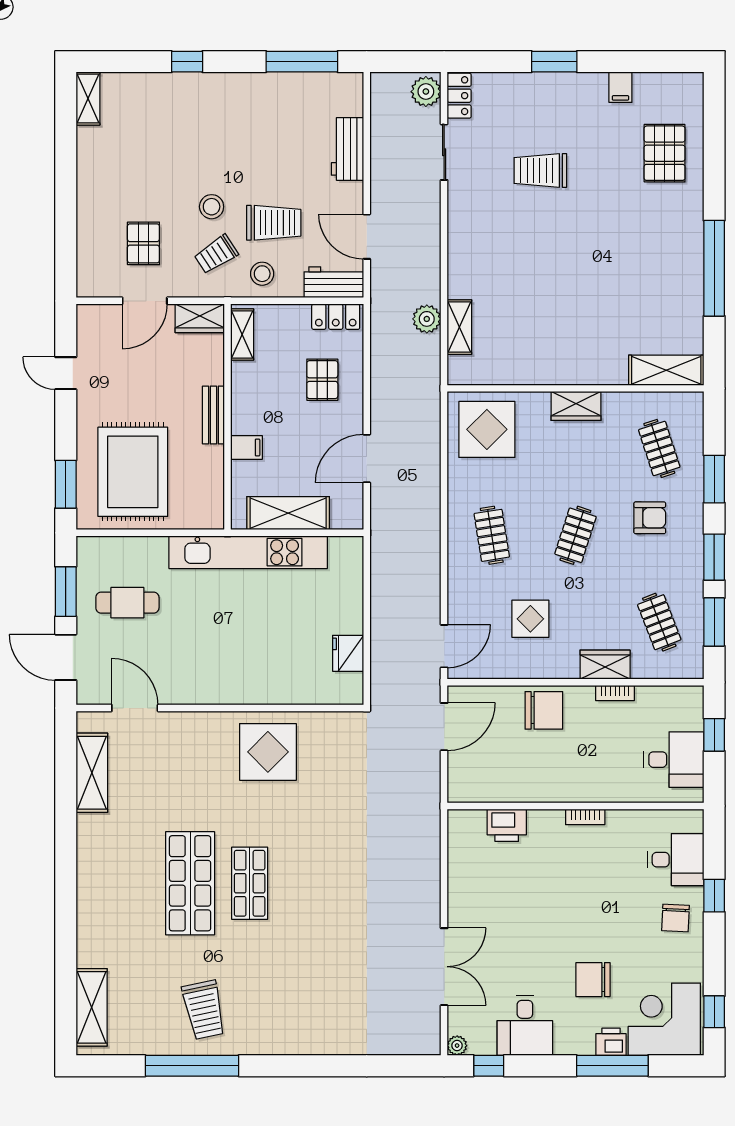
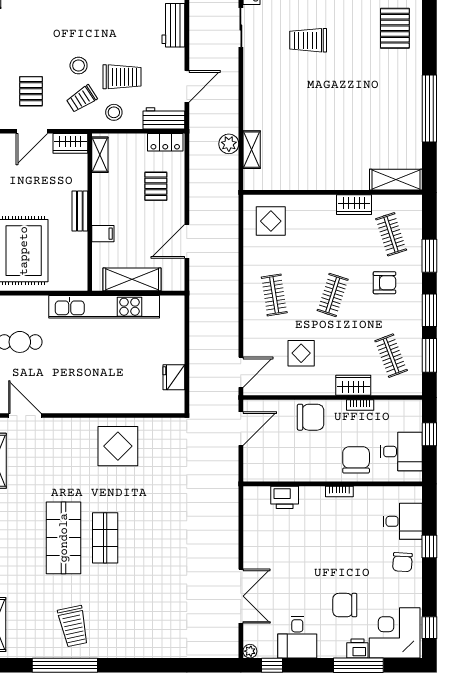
door: (367, 237) -> (187, 86), swing flipped
wardrobe: (576, 406) -> (354, 205), moved
display table: (487, 429) -> (271, 221), width x0.73, depth x0.73
chair: (609, 772) -> (356, 460), added

